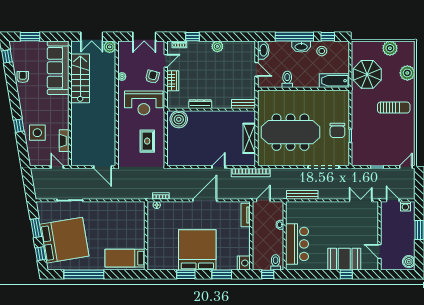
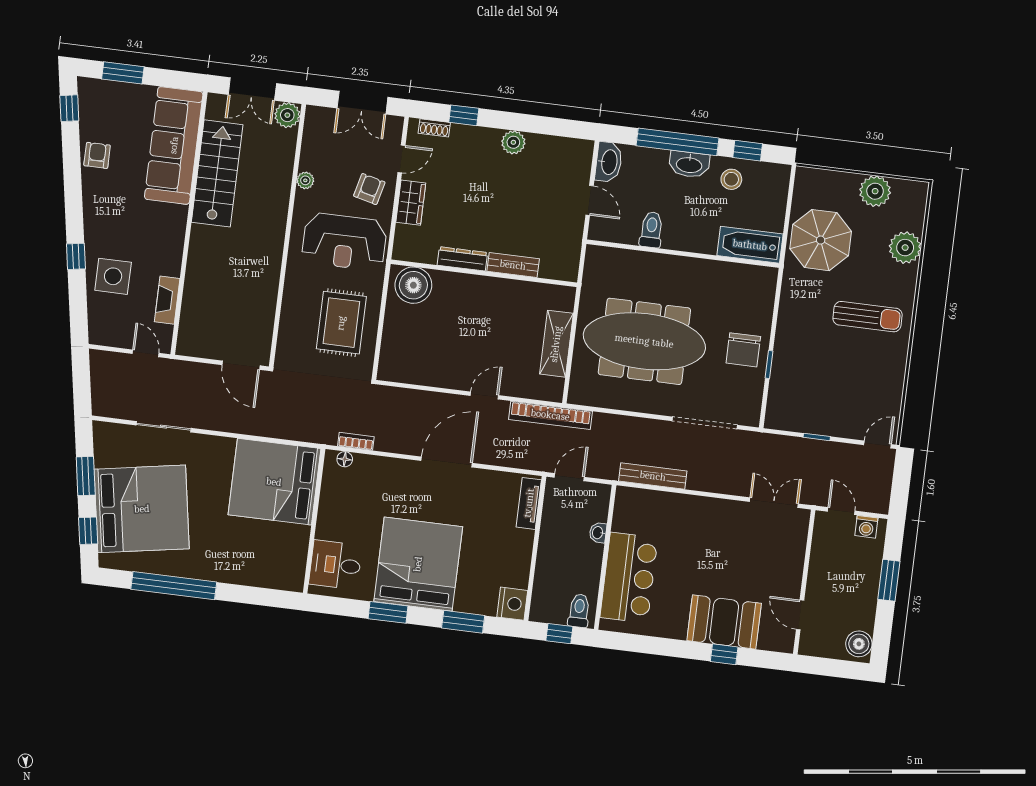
bench: (244, 104) -> (513, 265), moved
rug: (147, 141) -> (341, 323), width x1.36, depth x1.43
desk: (159, 255) -> (335, 565), added
bed: (125, 258) -> (274, 482), moved, width x2.04

